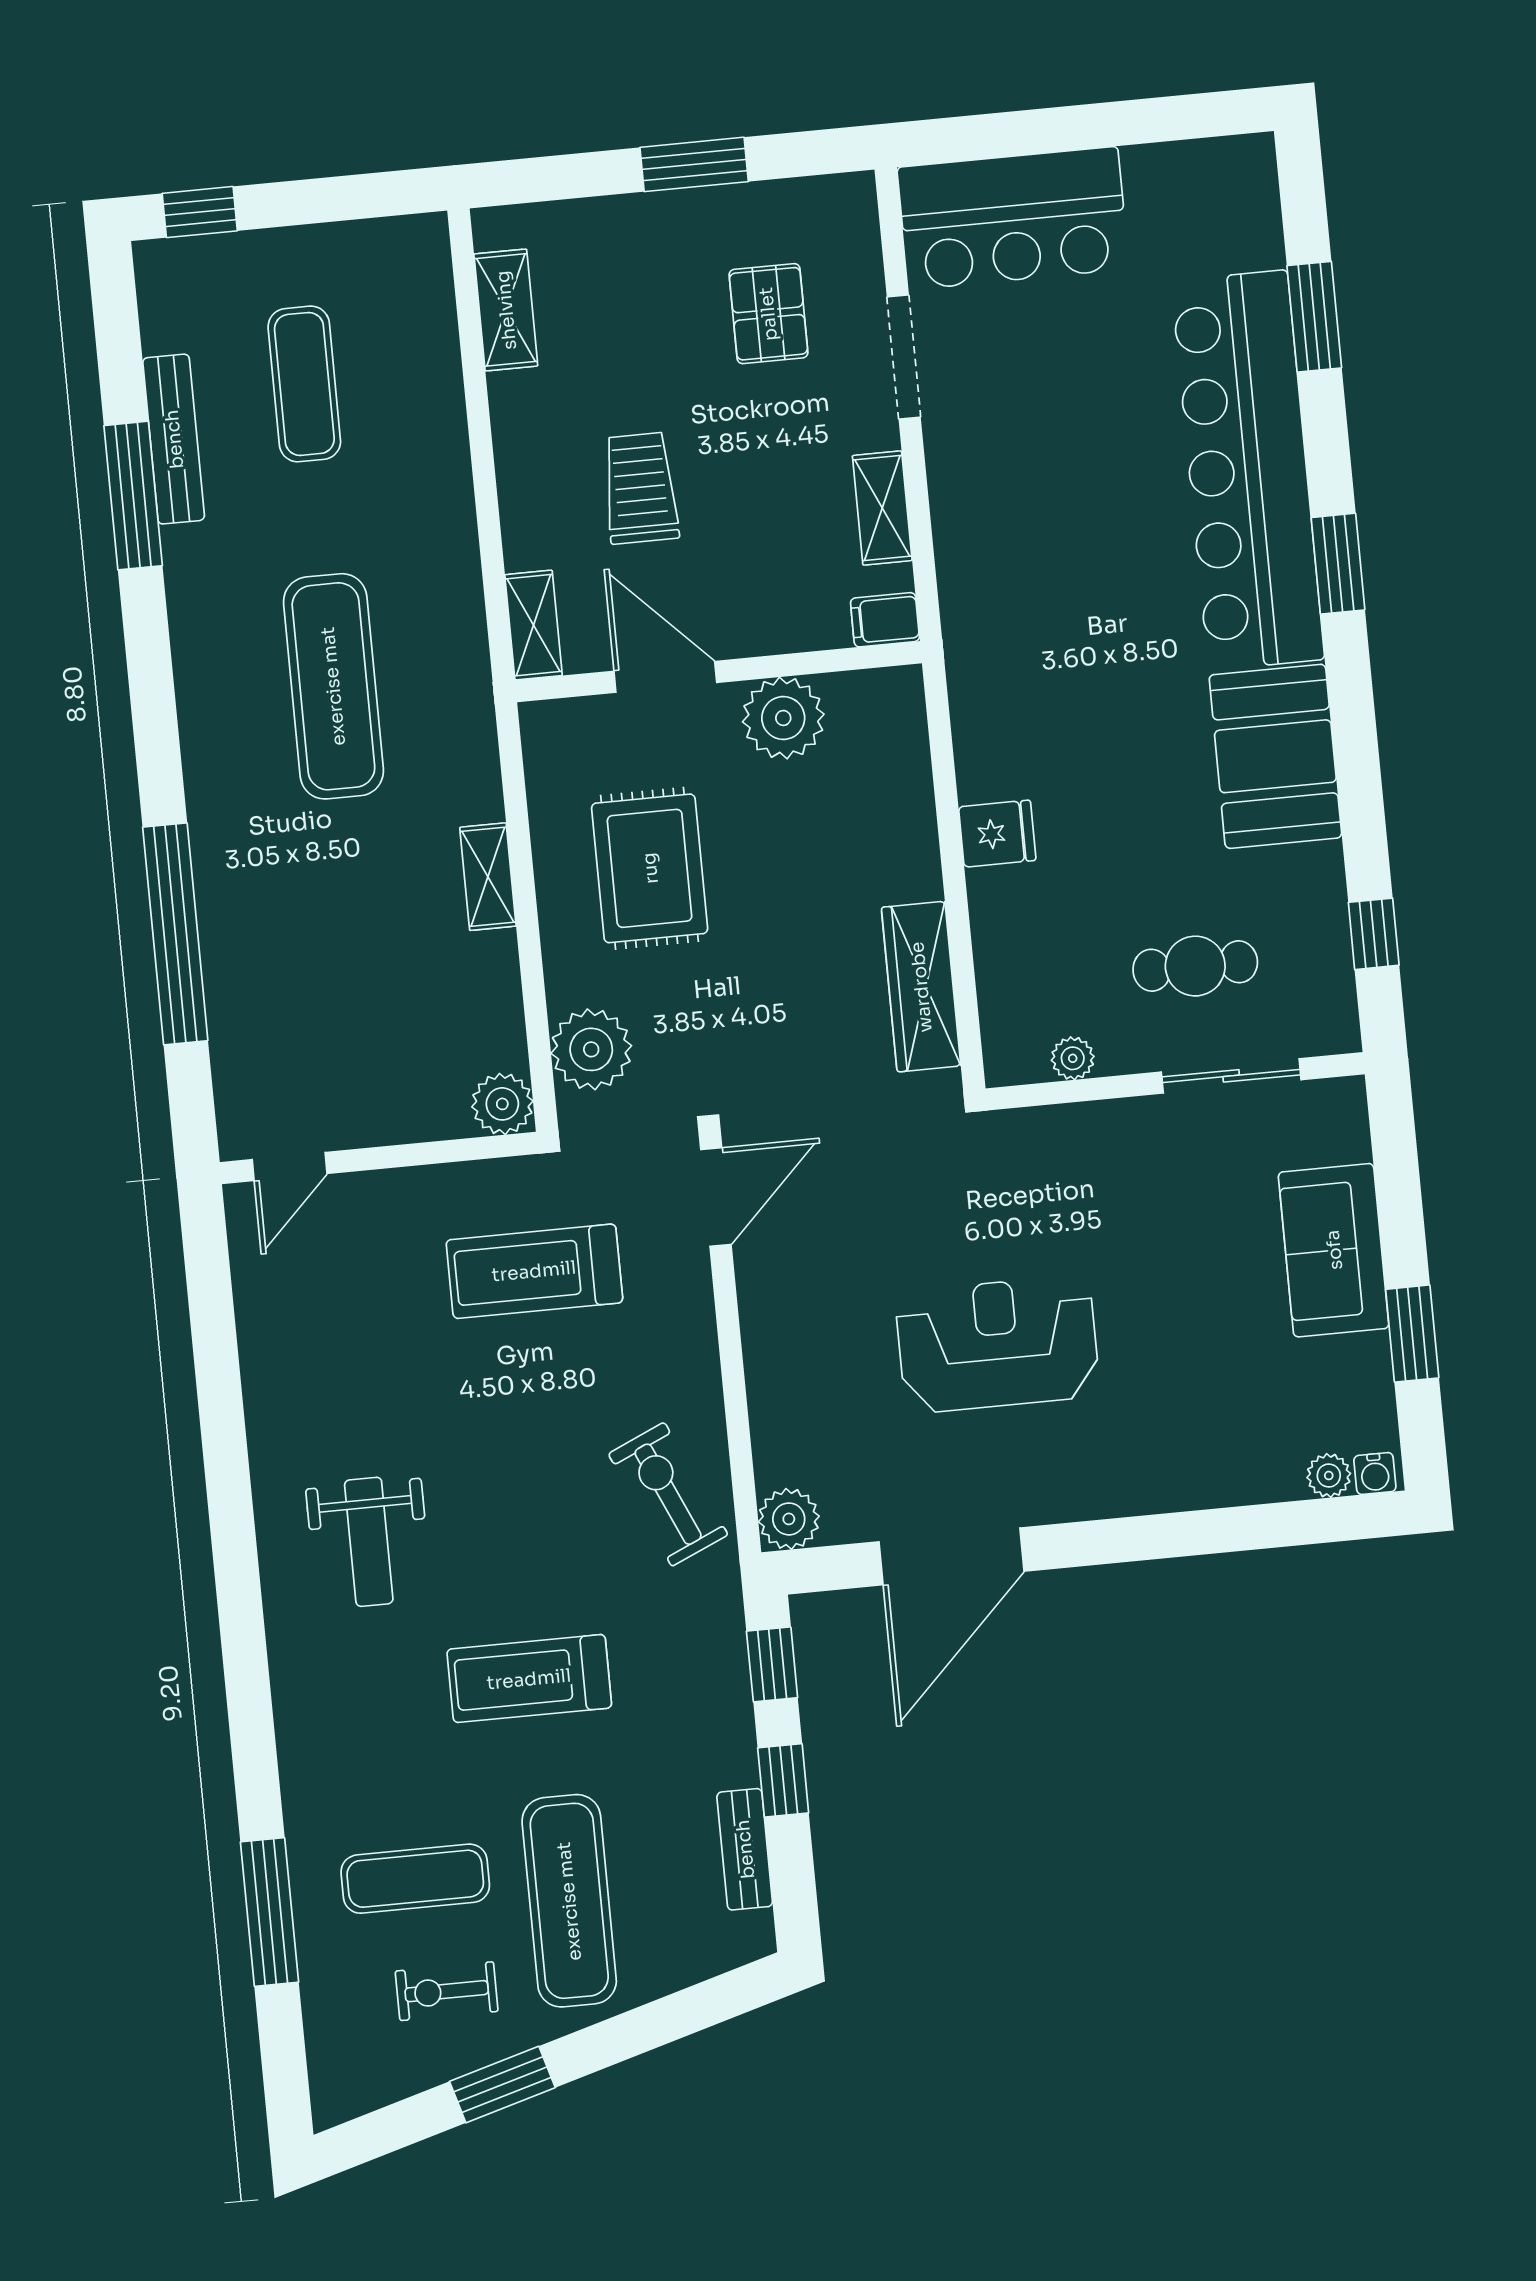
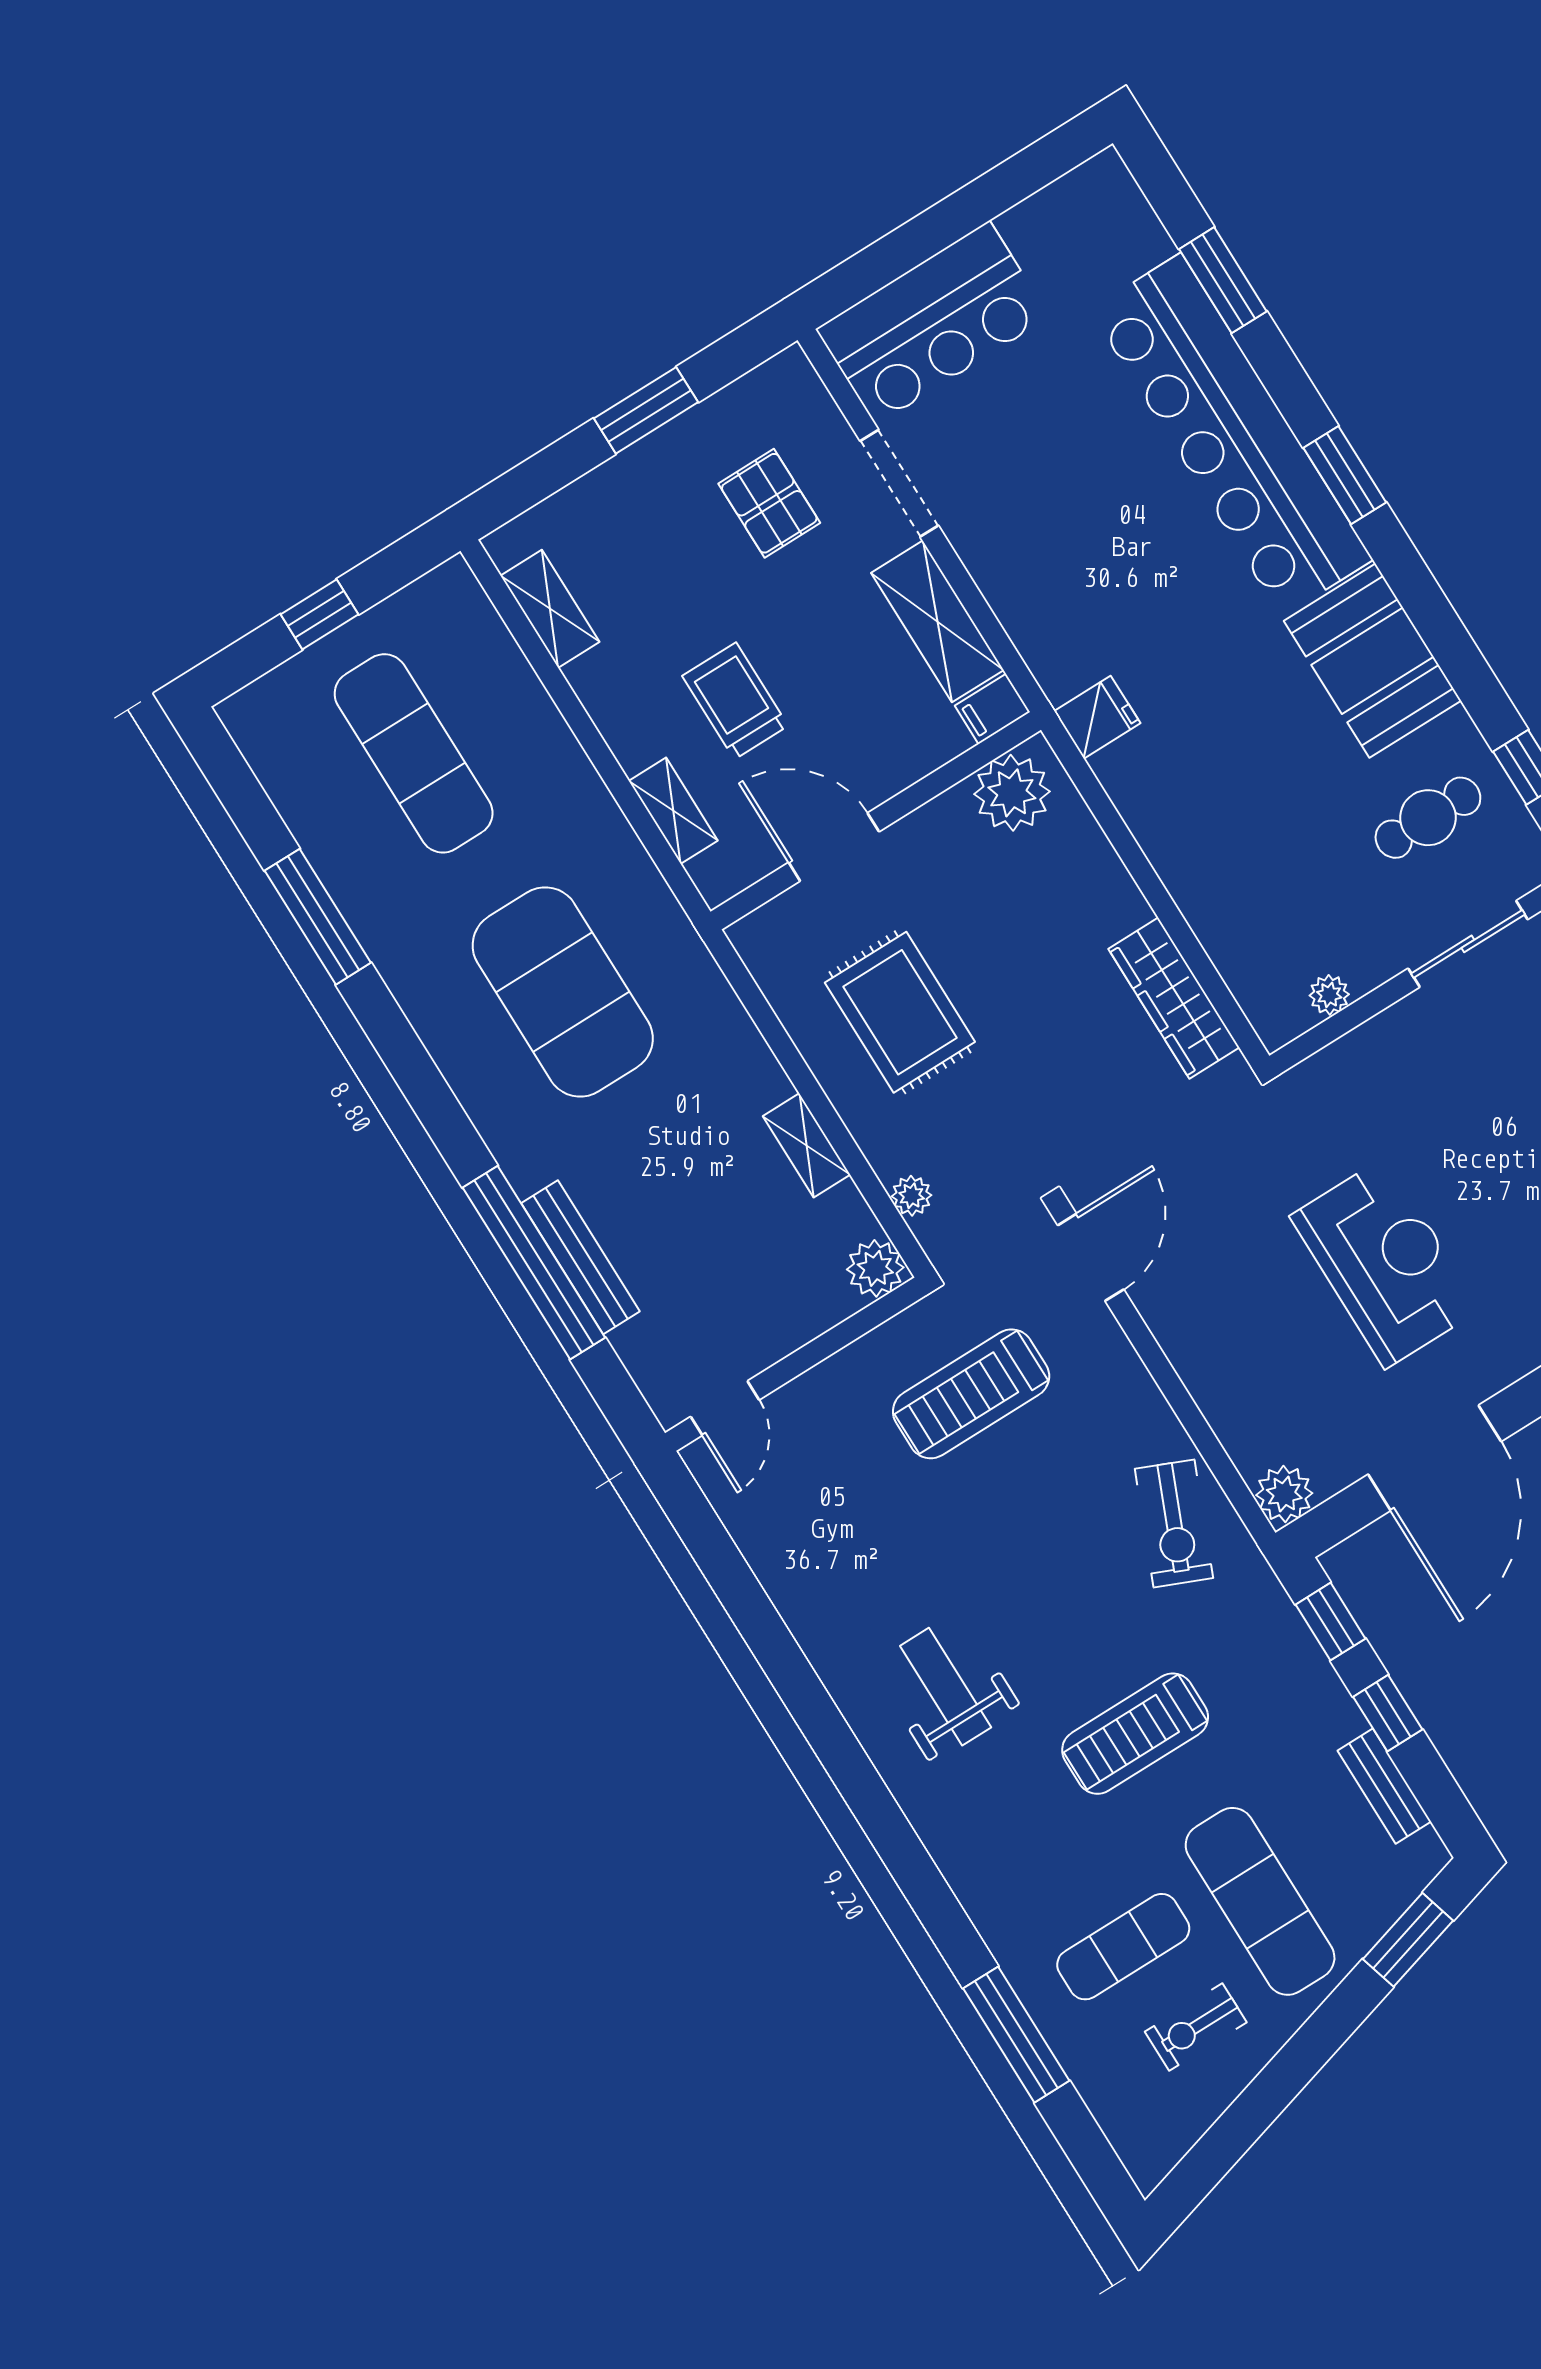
window: (200, 212) -> (320, 614), moved
exercise mat: (304, 384) -> (414, 753), width x1.36, depth x1.45
bench: (174, 439) -> (581, 1257), moved
shelving: (882, 508) -> (937, 621), width x1.50, depth x1.33
shelving: (534, 625) -> (673, 811), moved
exercise mat: (333, 686) -> (563, 992), width x1.47
plant: (783, 718) -> (1012, 793), moved
fridge: (997, 834) -> (1097, 717), moved
shelving: (488, 877) -> (807, 1145), moved
cafe table: (1195, 966) -> (1428, 818), moved
plant: (591, 1049) -> (912, 1196), width x0.53, depth x0.53
reception desk: (997, 1344) -> (1385, 1263), turned 90
exercise bike: (668, 1494) -> (1174, 1523), turned -133
weight bench: (369, 1542) -> (946, 1687), turned 180
window: (502, 2085) -> (1408, 1940), moved

